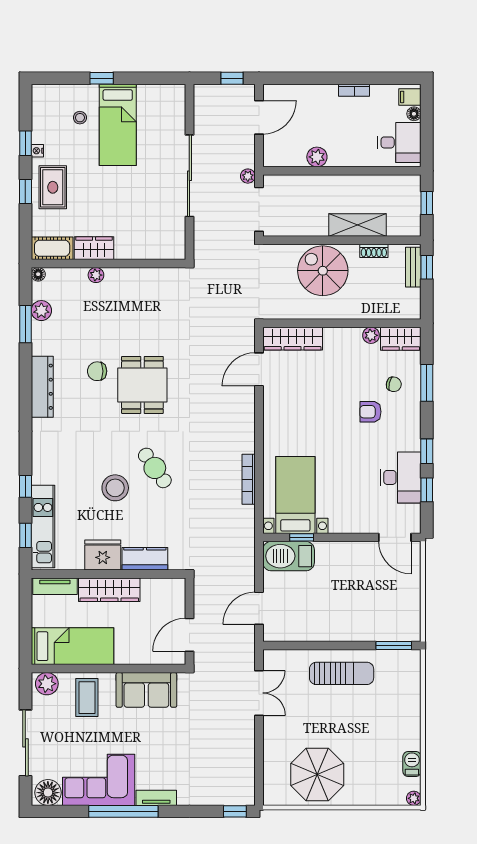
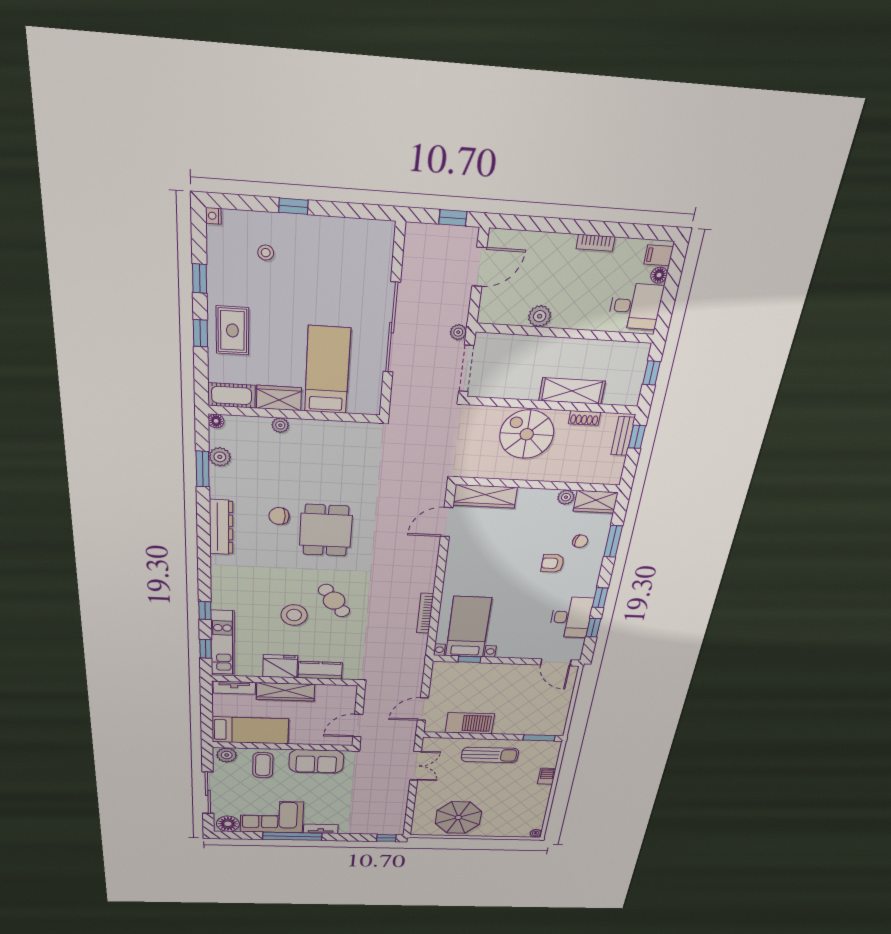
bed: (118, 125) -> (327, 370), moved, turned 180
nightstand: (37, 151) -> (213, 216), moved
barbecue: (289, 556) -> (470, 723), moved, turned 180
barbecue: (412, 764) -> (547, 776), moved

